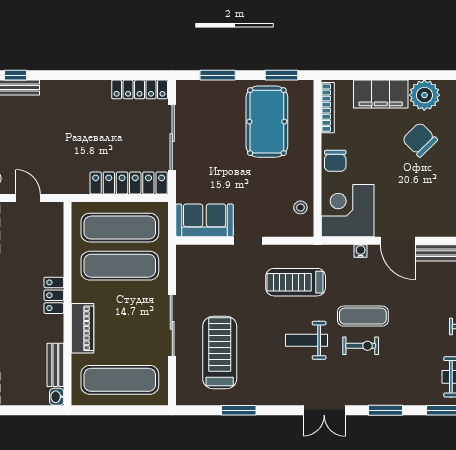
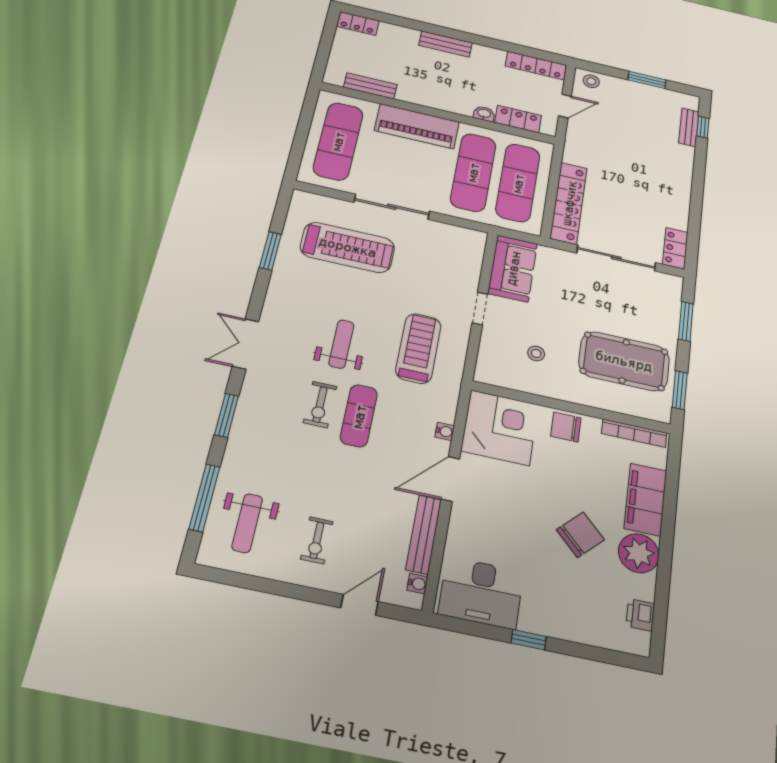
locker: (140, 89) -> (675, 248), width x0.66
stool: (300, 207) -> (536, 353), moved
locker: (54, 295) -> (518, 119), moved
piano: (82, 328) -> (417, 126), width x1.37, depth x1.33
washbasin: (57, 397) -> (484, 114), moved

